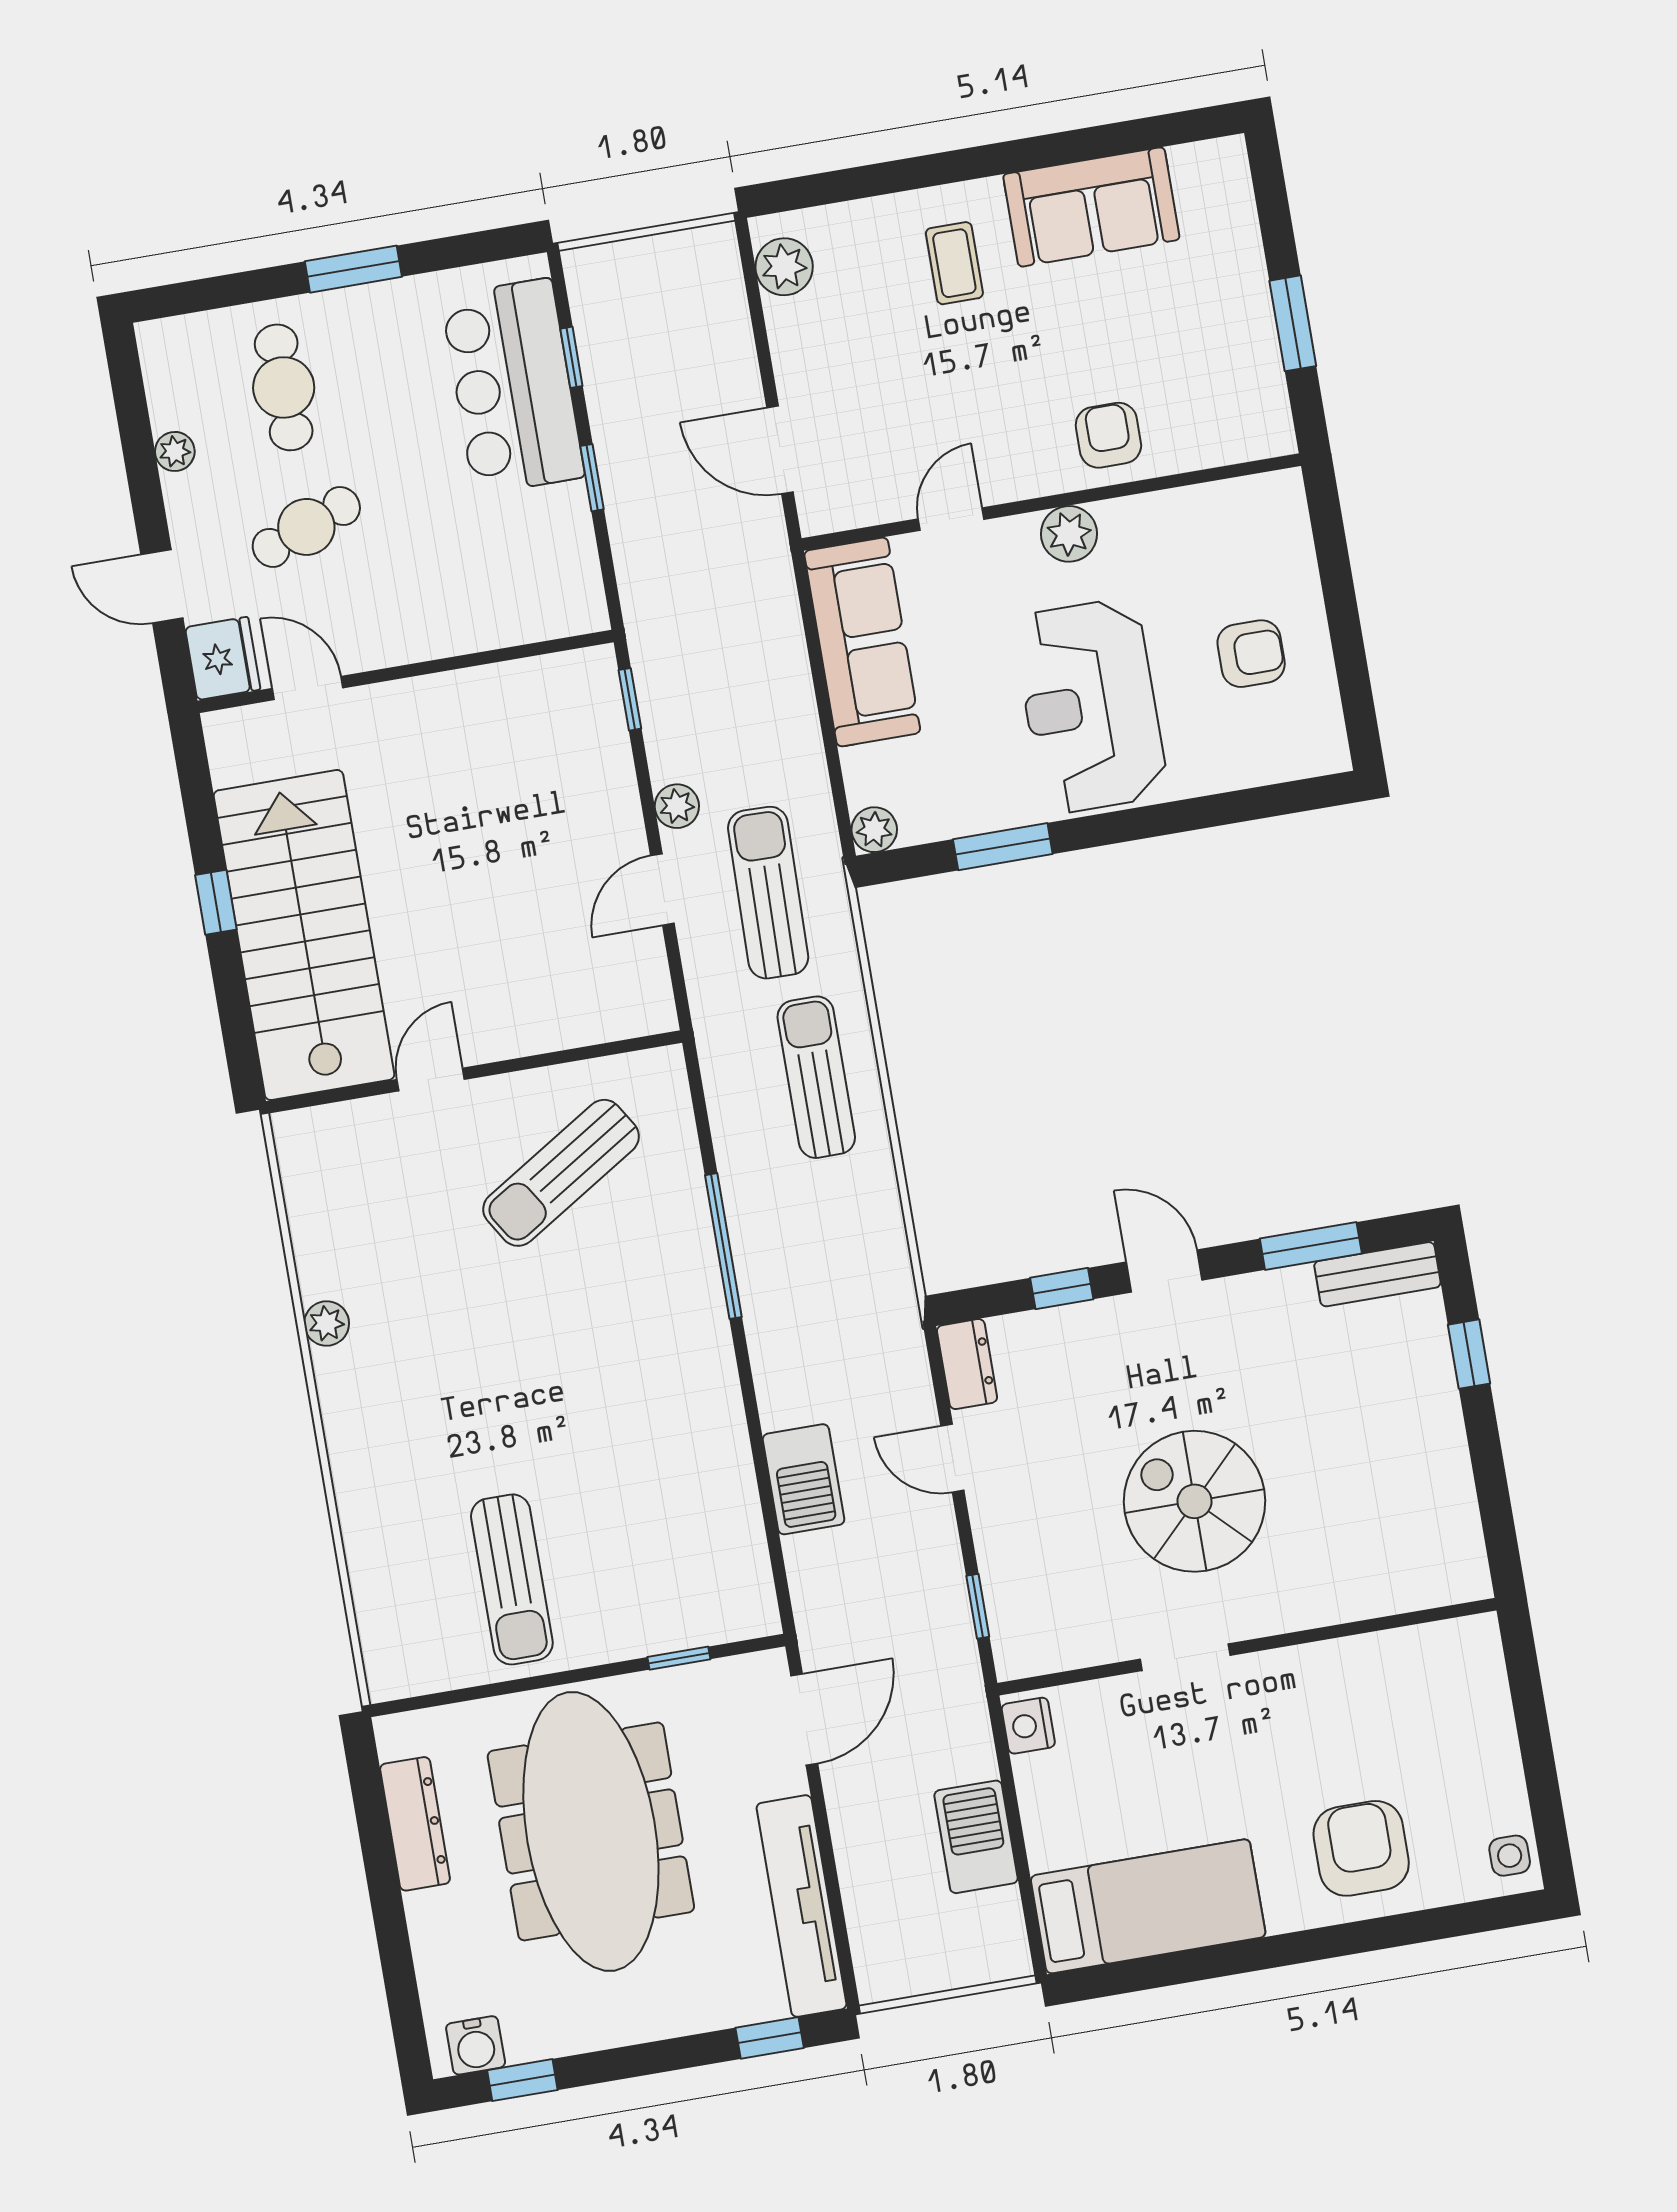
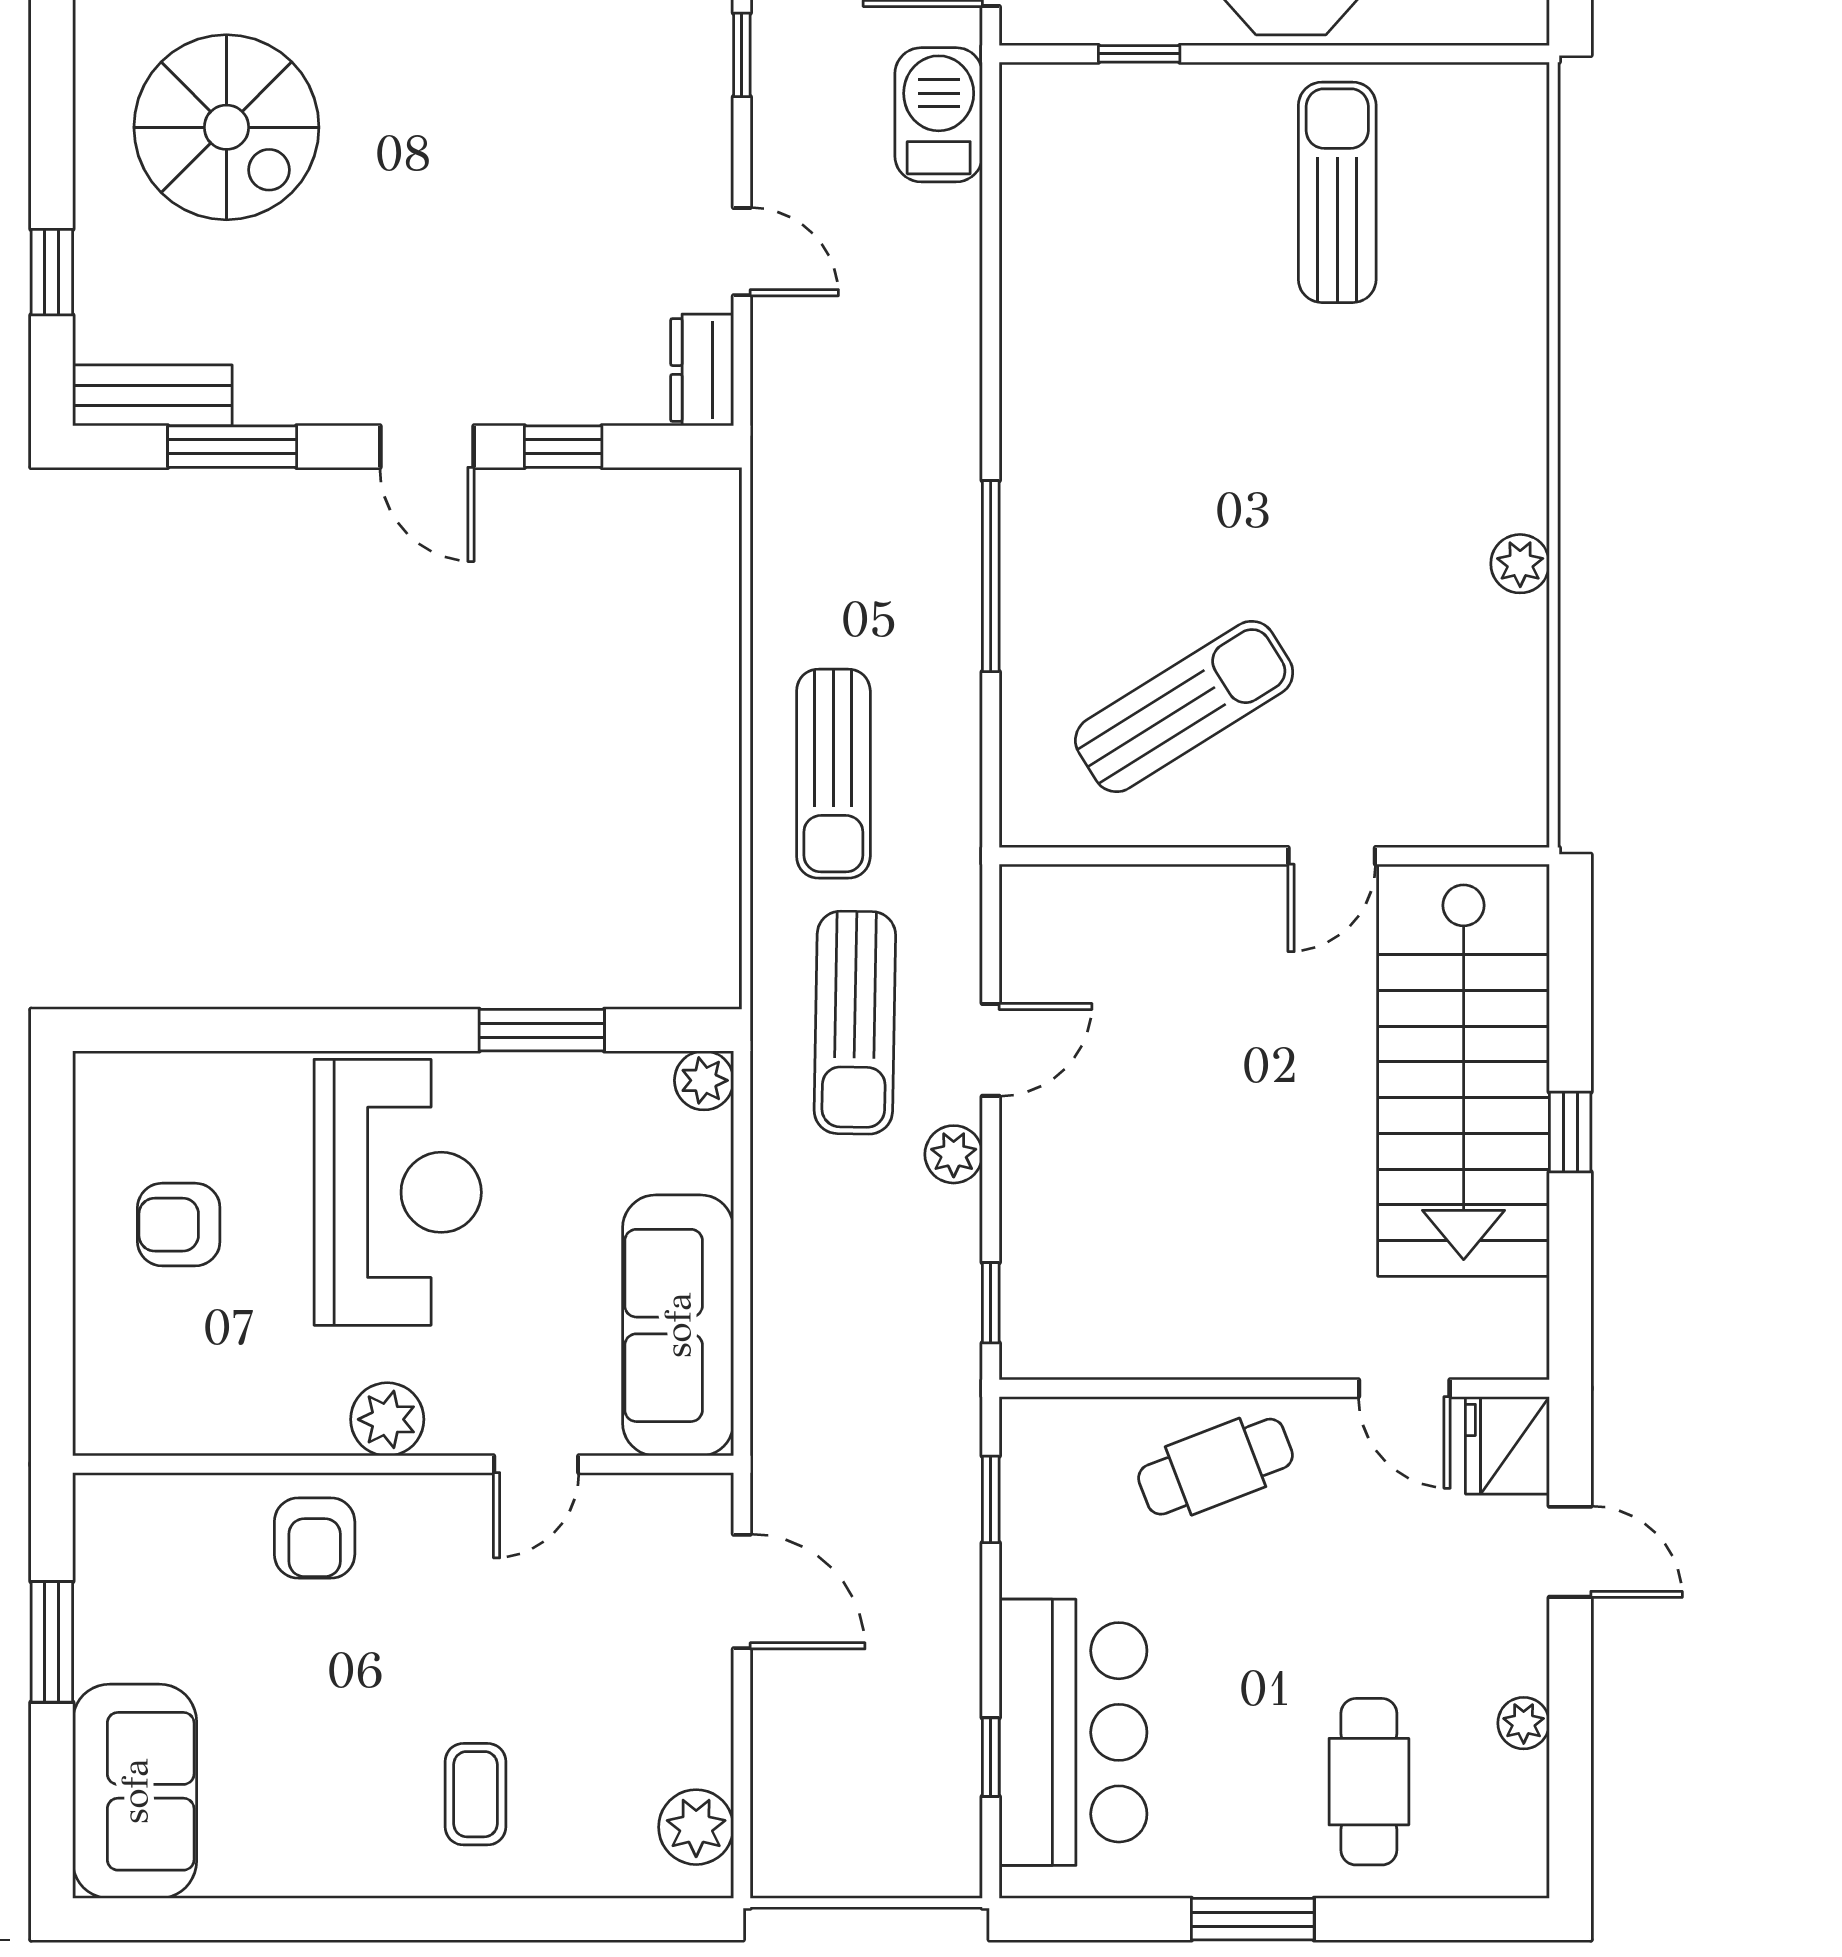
sofa: (1091, 207) -> (135, 1791), moved, turned 90
window: (592, 478) -> (991, 1499), moved
cafe table: (306, 527) -> (1215, 1467), moved
barbecue: (804, 1479) -> (939, 115), moved
spiral stairs: (1195, 1501) -> (226, 127), moved

